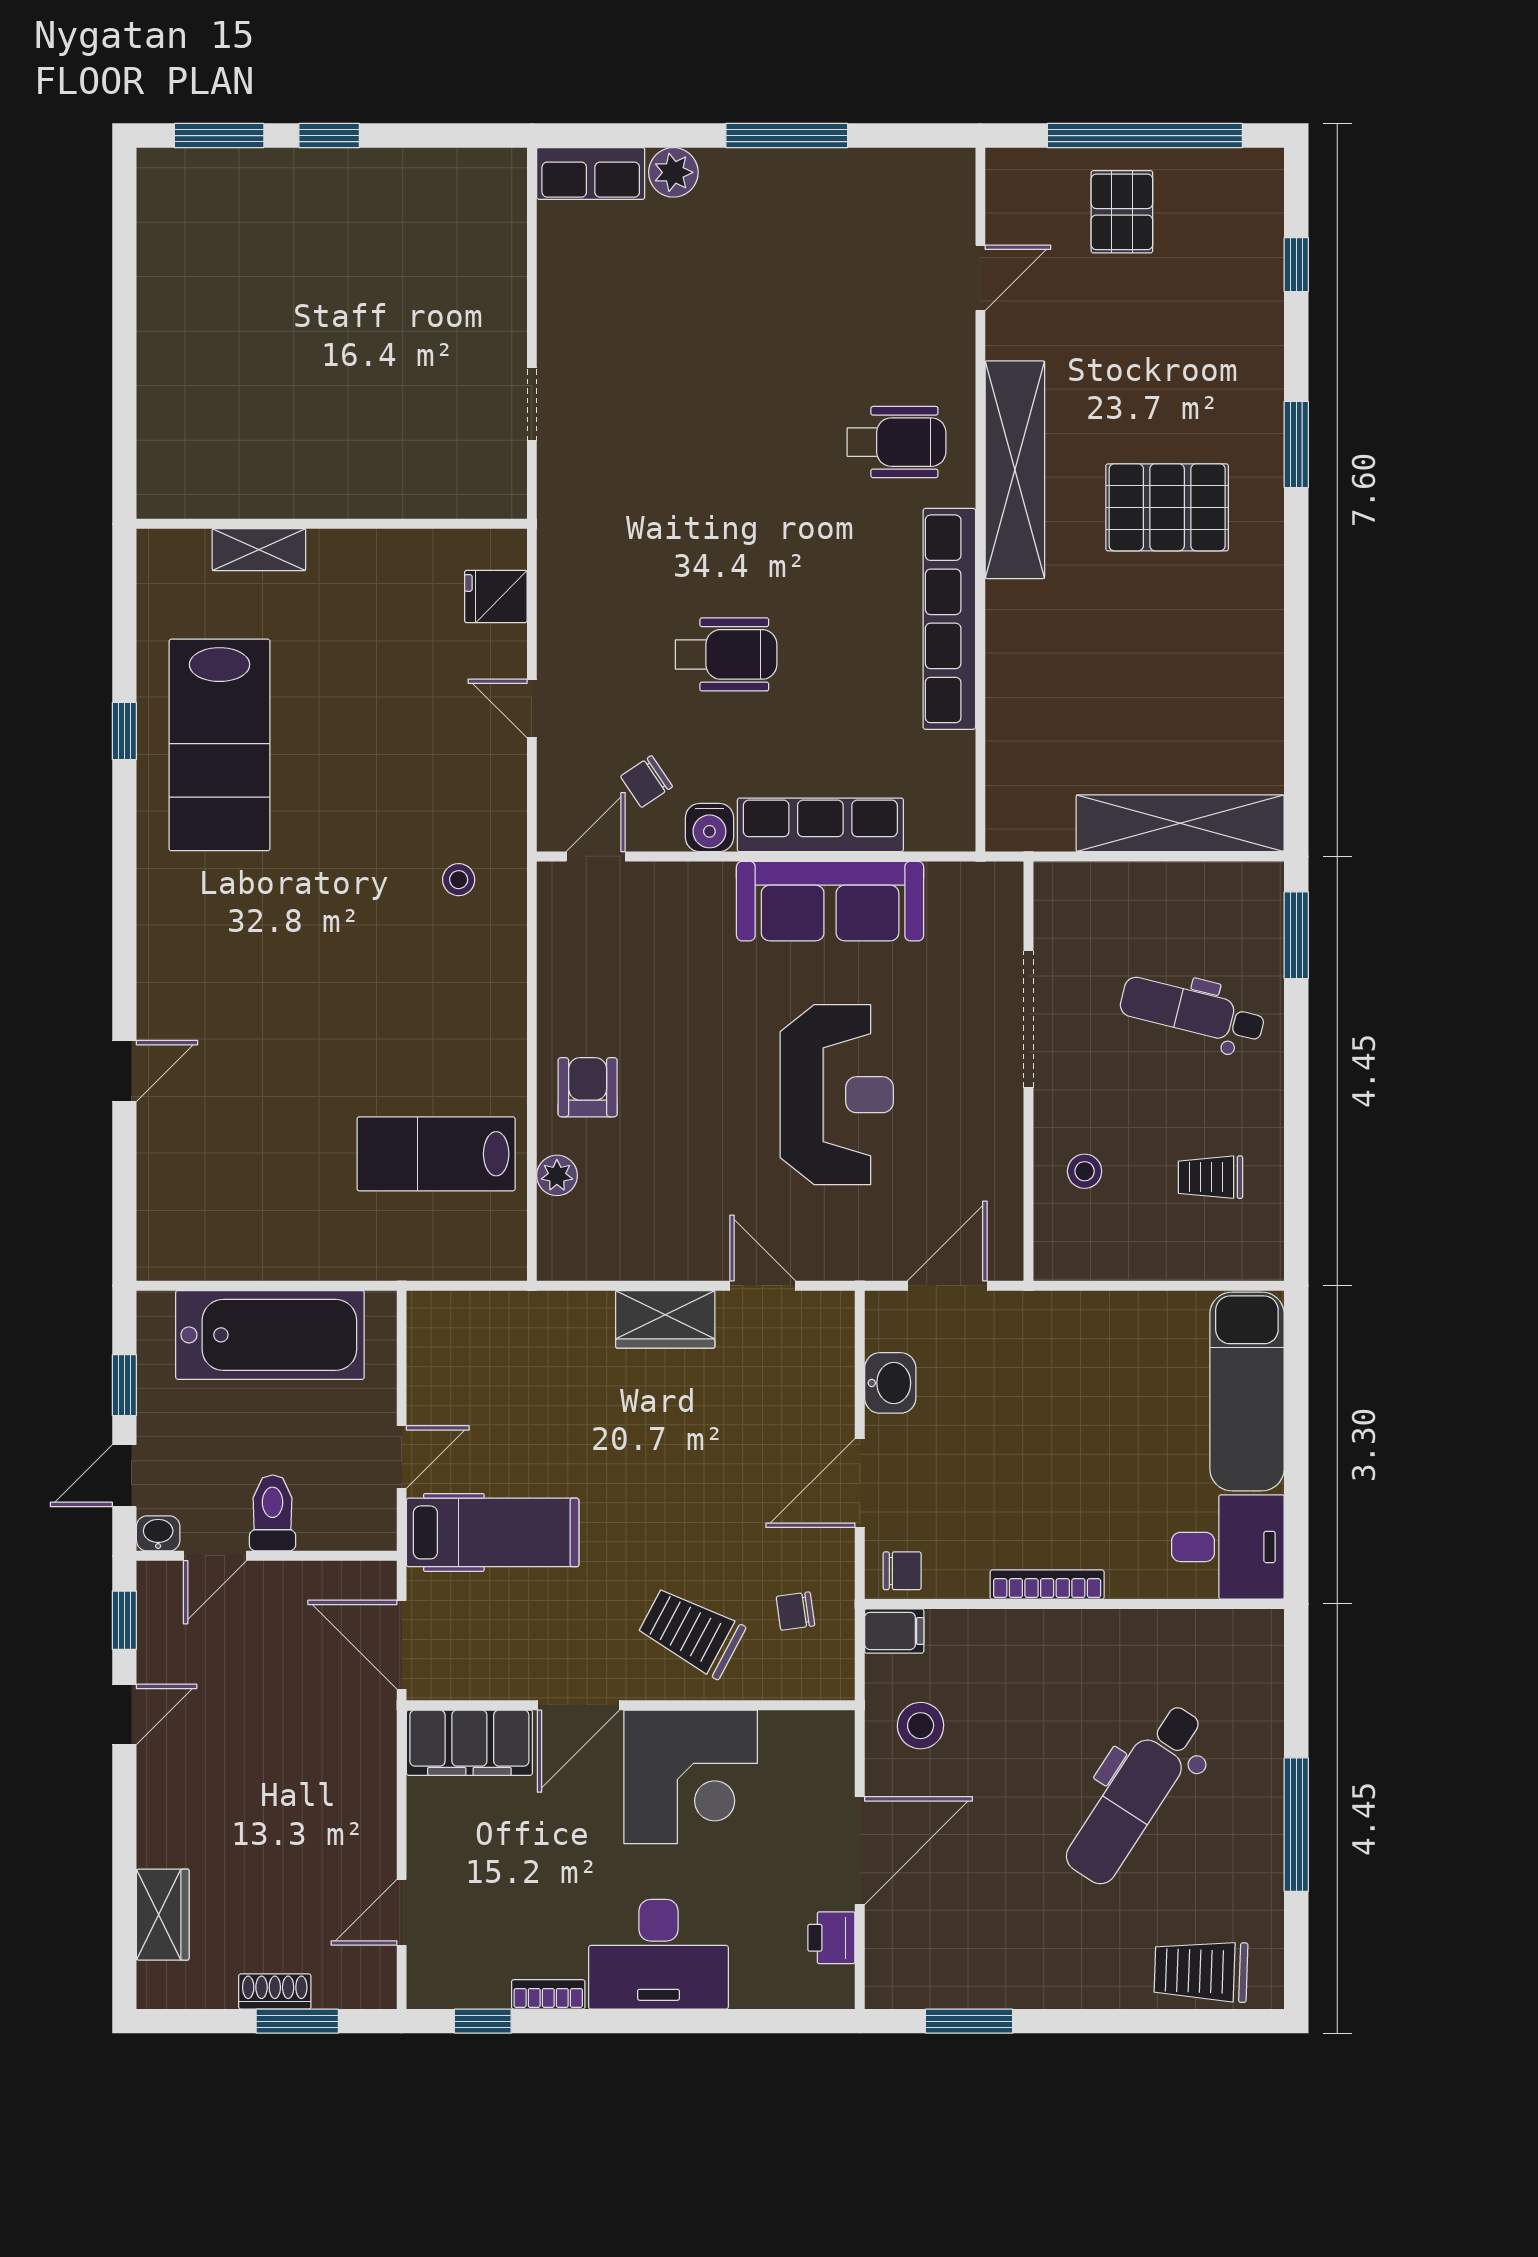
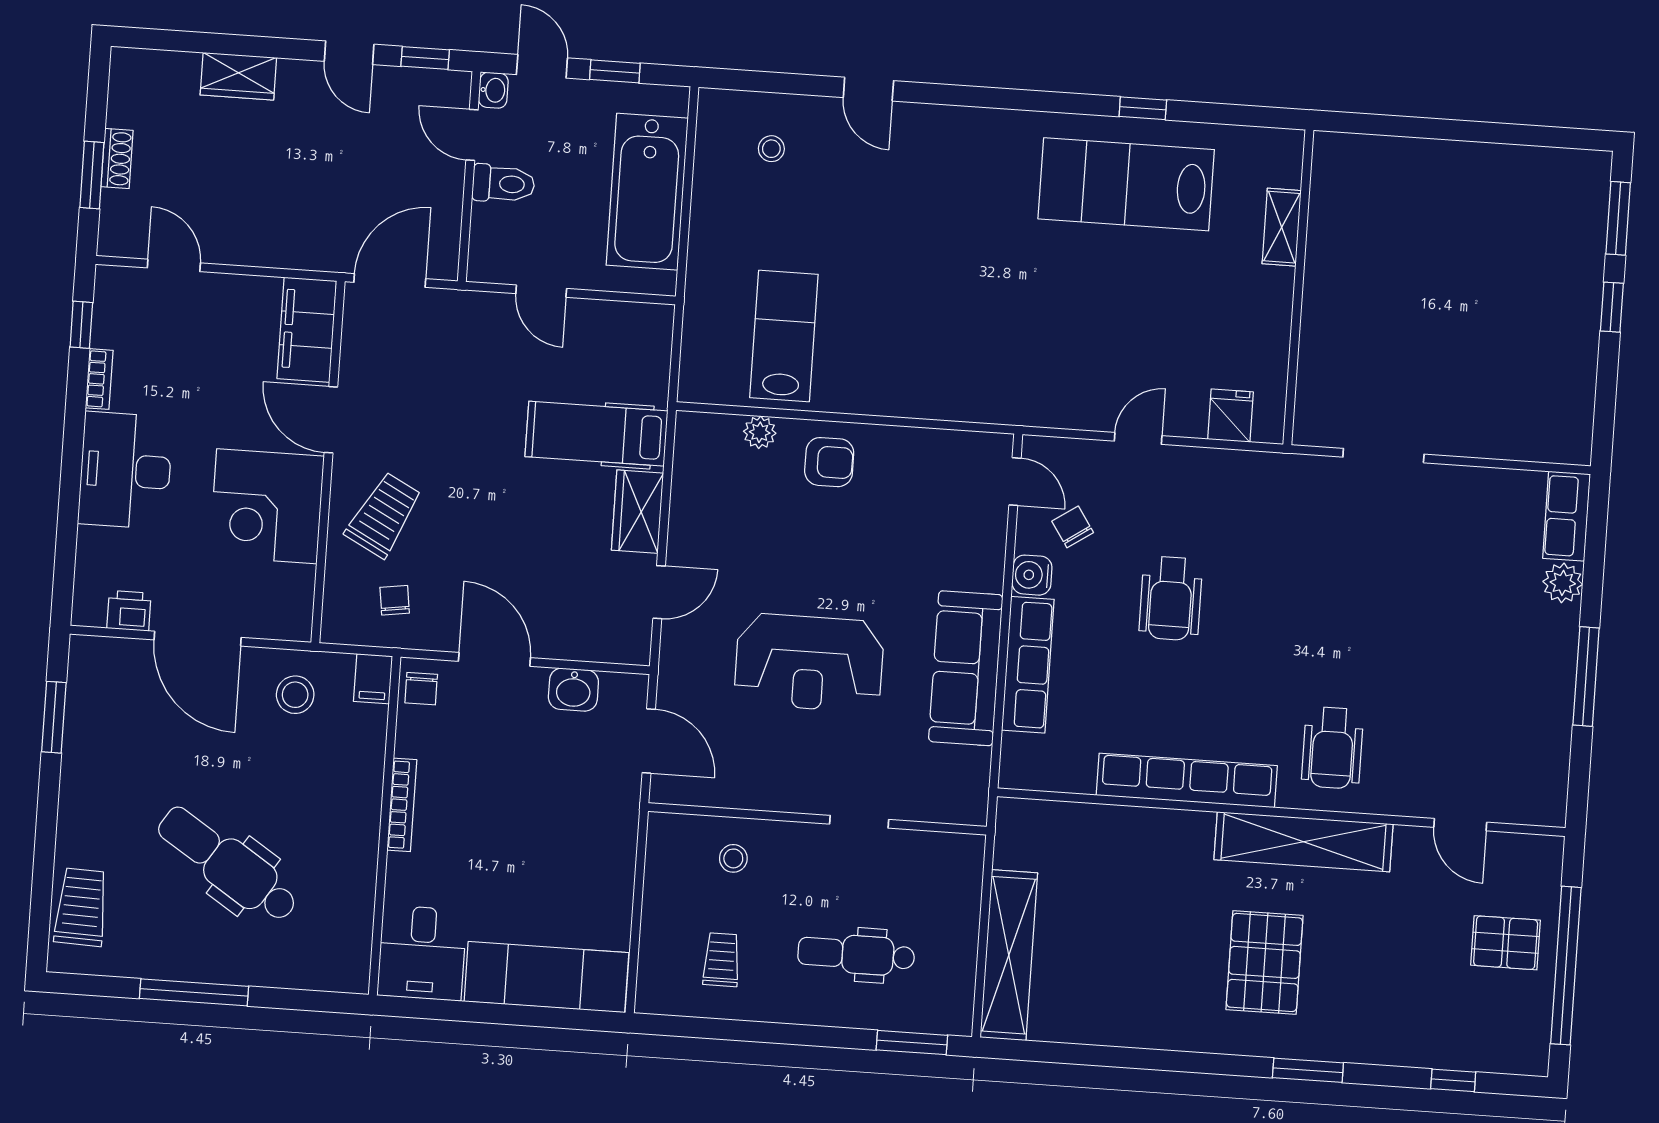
doorway: (532, 404) -> (1383, 456), width x1.38
stool: (459, 880) -> (771, 149), moved
dental chair: (1192, 1011) -> (856, 954), turned -104
doorway: (1029, 1019) -> (859, 822), width x0.53
hospital bed: (493, 1532) -> (596, 434), moved, turned 90
wardrobe: (163, 1915) -> (238, 76), moved

